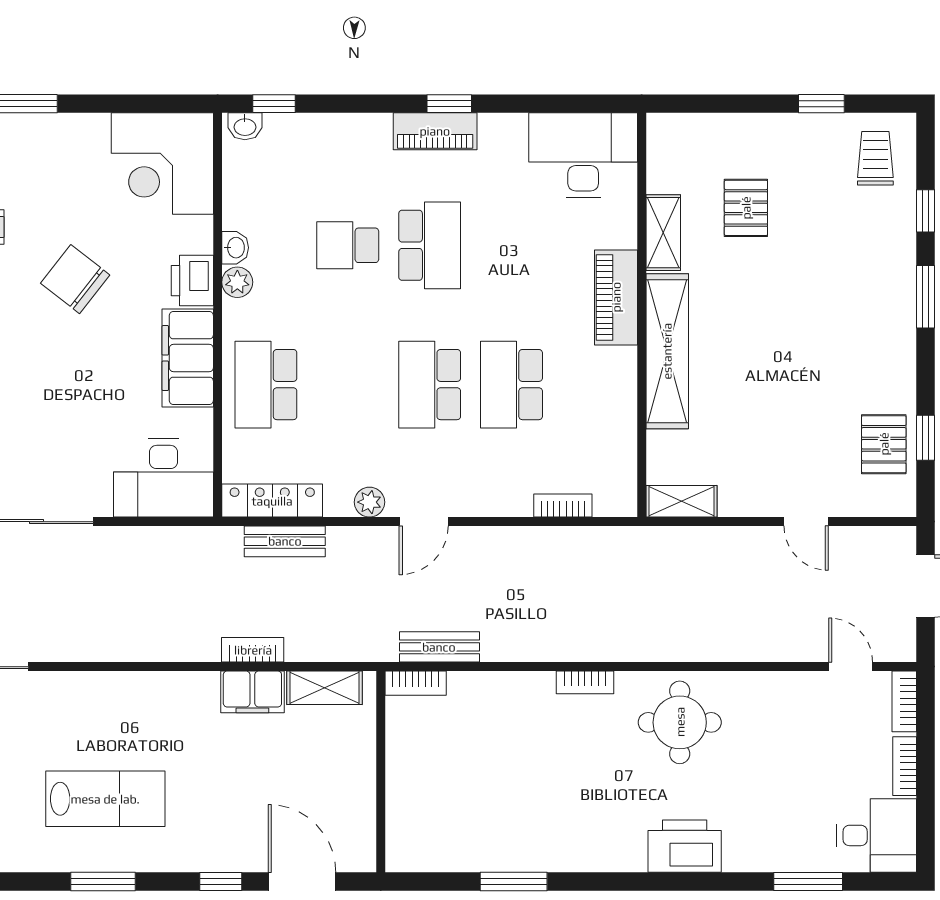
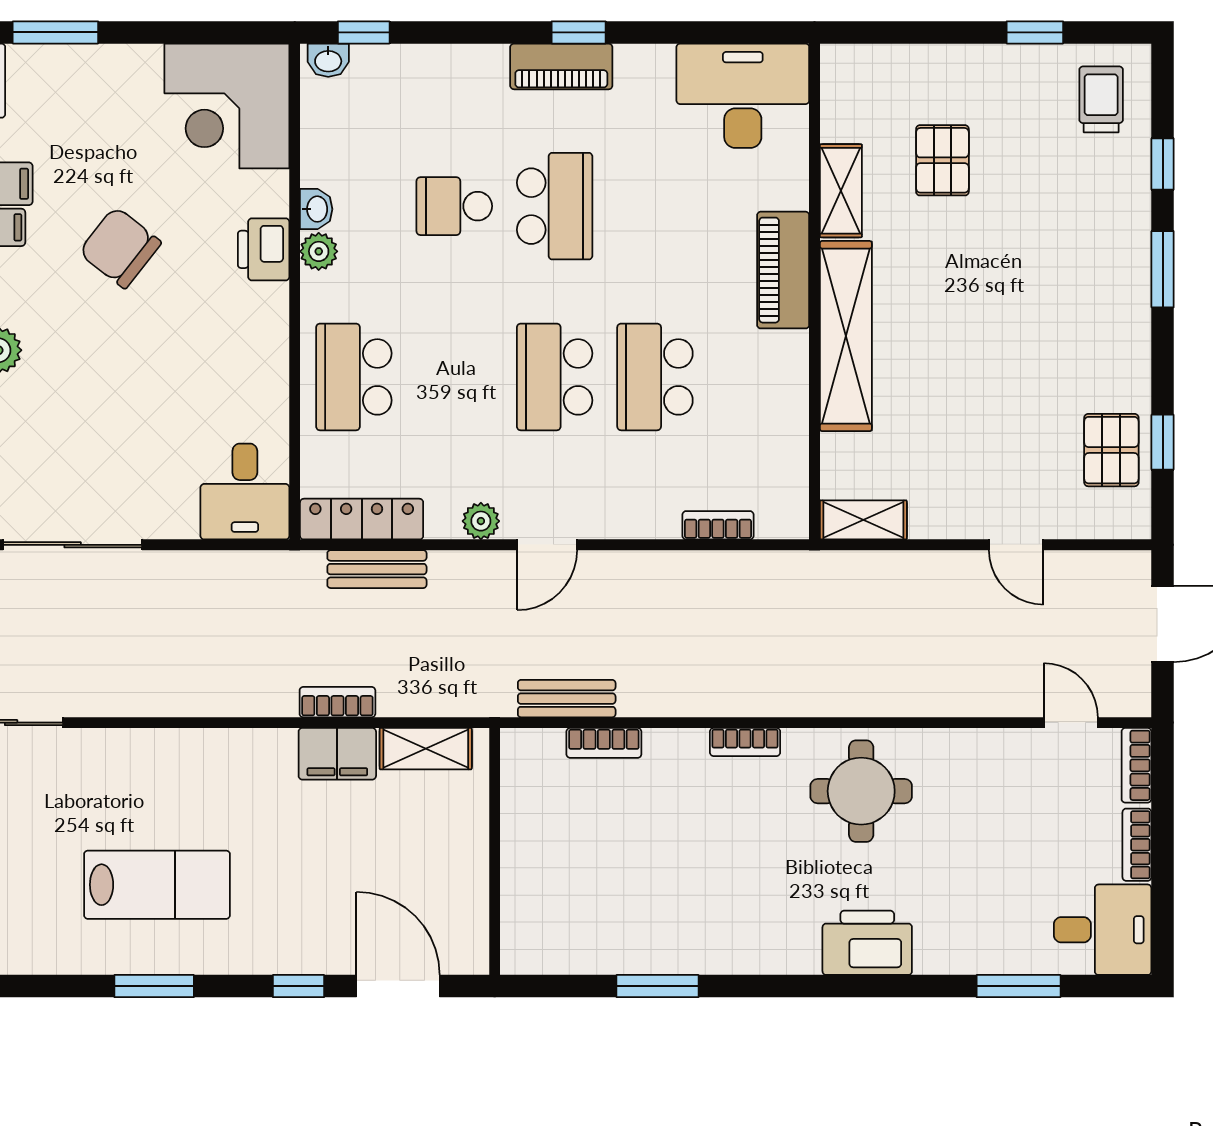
filing cabinet: (188, 358) -> (258, 344), removed
desk: (164, 478) -> (245, 492), width x0.73
bookcase: (416, 683) -> (604, 743), moved

